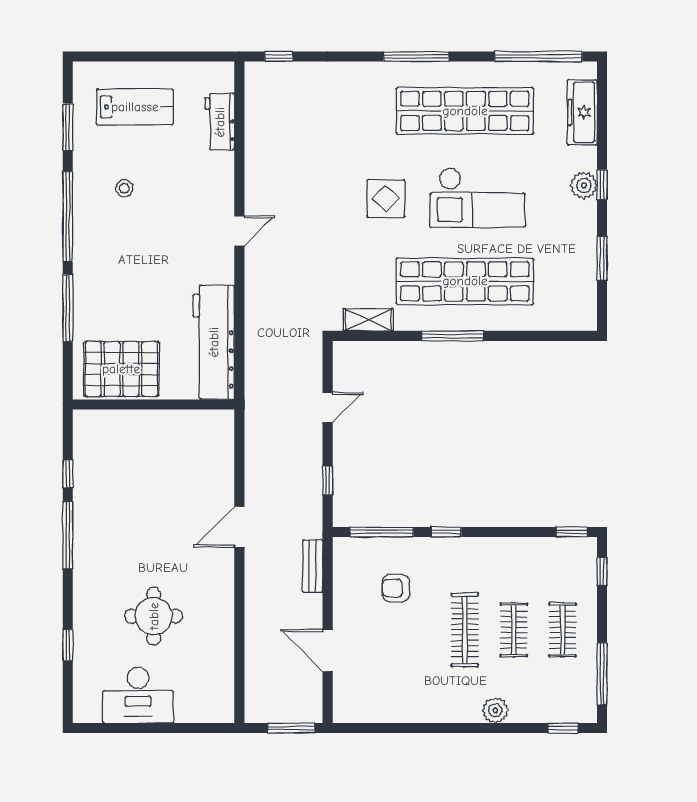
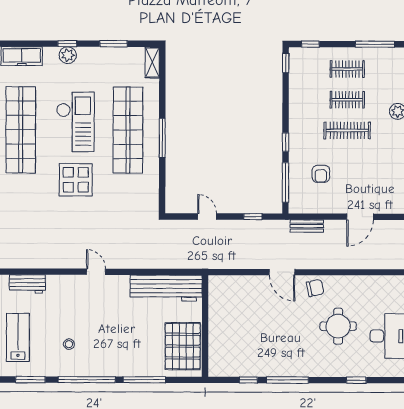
display table: (386, 198) -> (76, 180), width x1.36, depth x1.36
shelving: (368, 320) -> (152, 62), moved
chair: (214, 579) -> (315, 288), added

